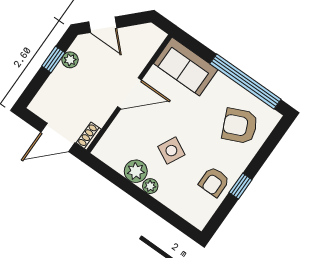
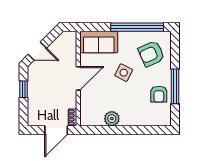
plant: (70, 60) -> (33, 83), removed
side table: (171, 151) -> (124, 73), moved
plant: (150, 186) -> (125, 121), removed
window: (241, 186) -> (175, 86), width x2.17

